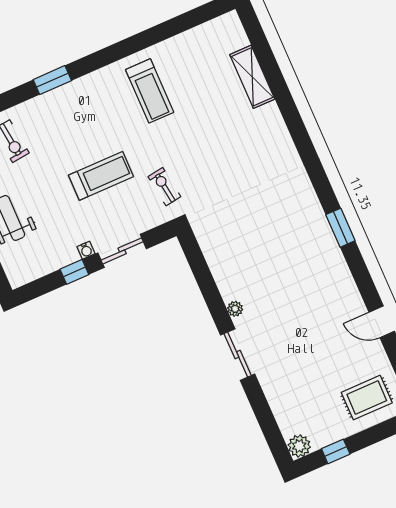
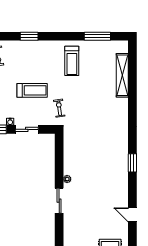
window: (176, 26) -> (97, 36), added
shelving: (252, 77) -> (122, 75), width x1.47

